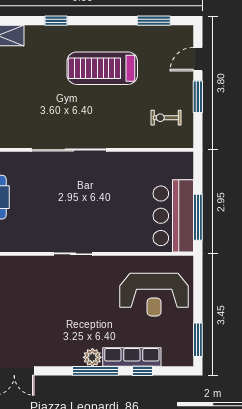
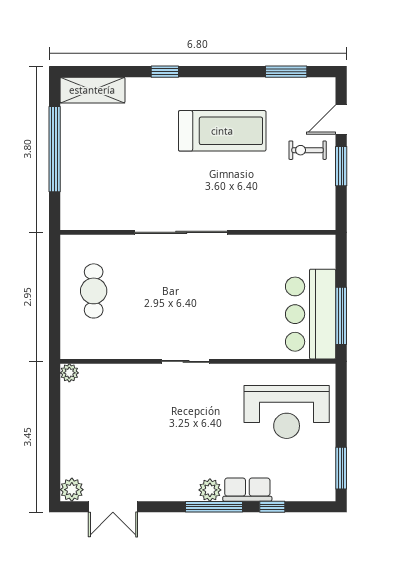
treadmill: (102, 68) -> (222, 131), turned 180
exercise bike: (166, 118) -> (308, 150), moved
row of seats: (132, 357) -> (247, 490), width x0.68

